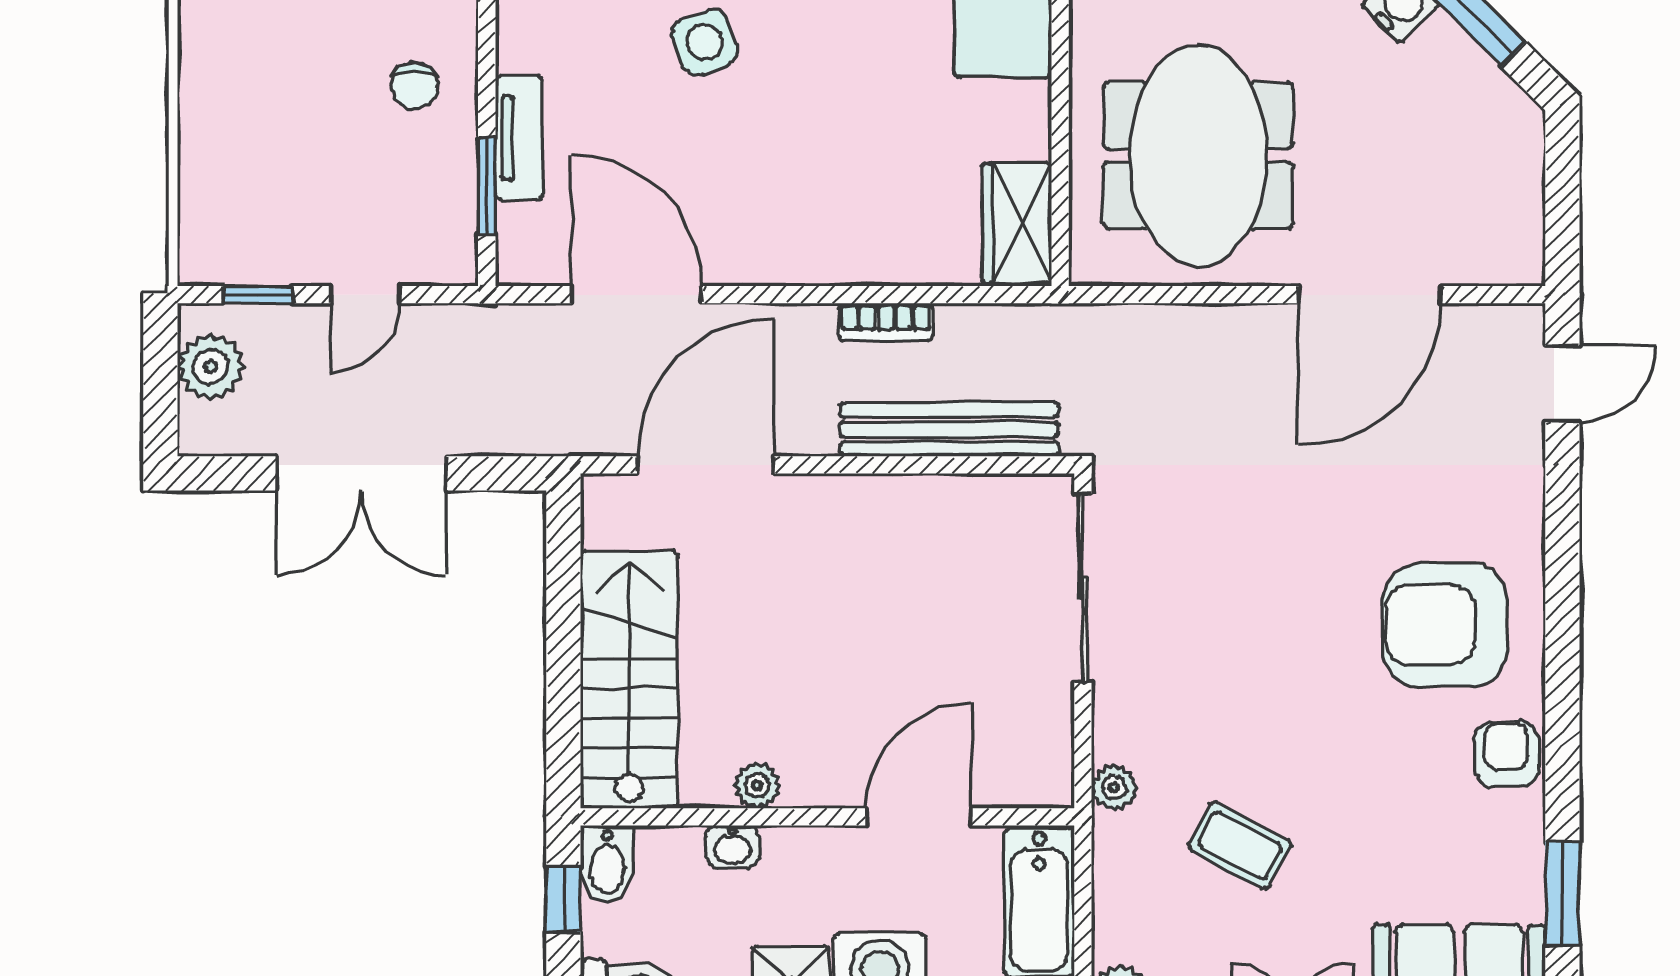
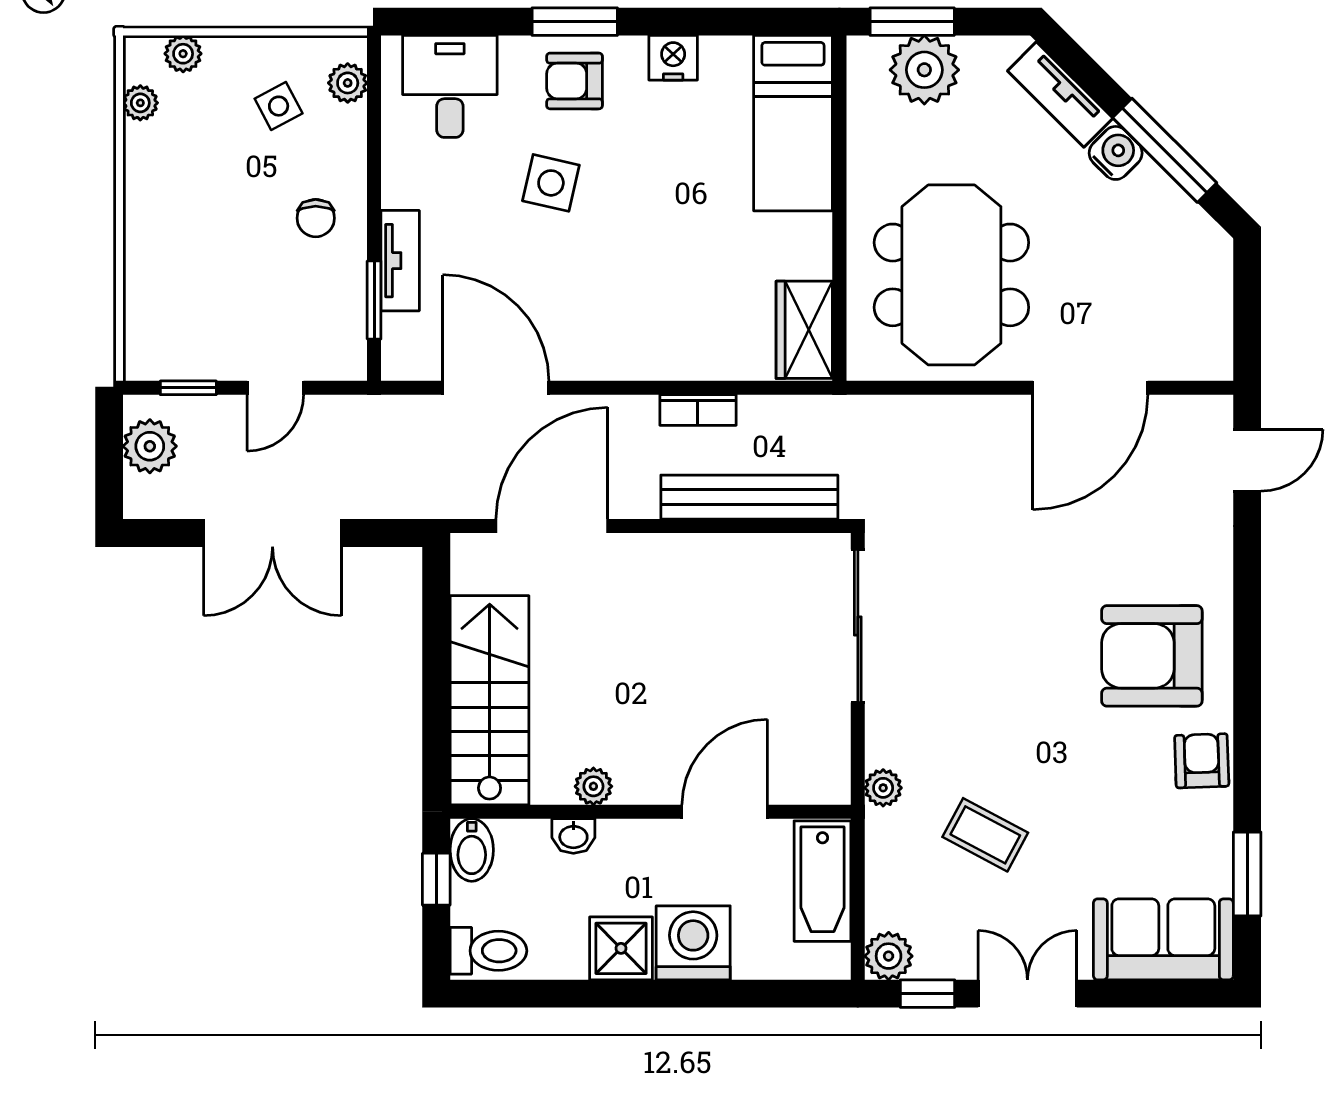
side table: (705, 42) -> (551, 183), turned 33

